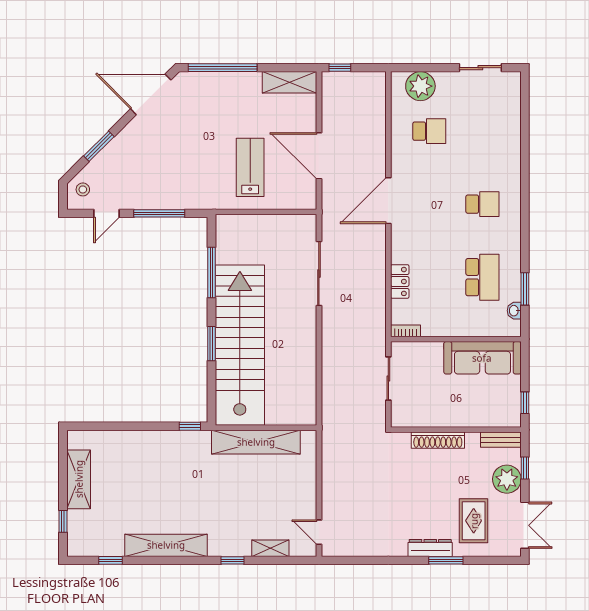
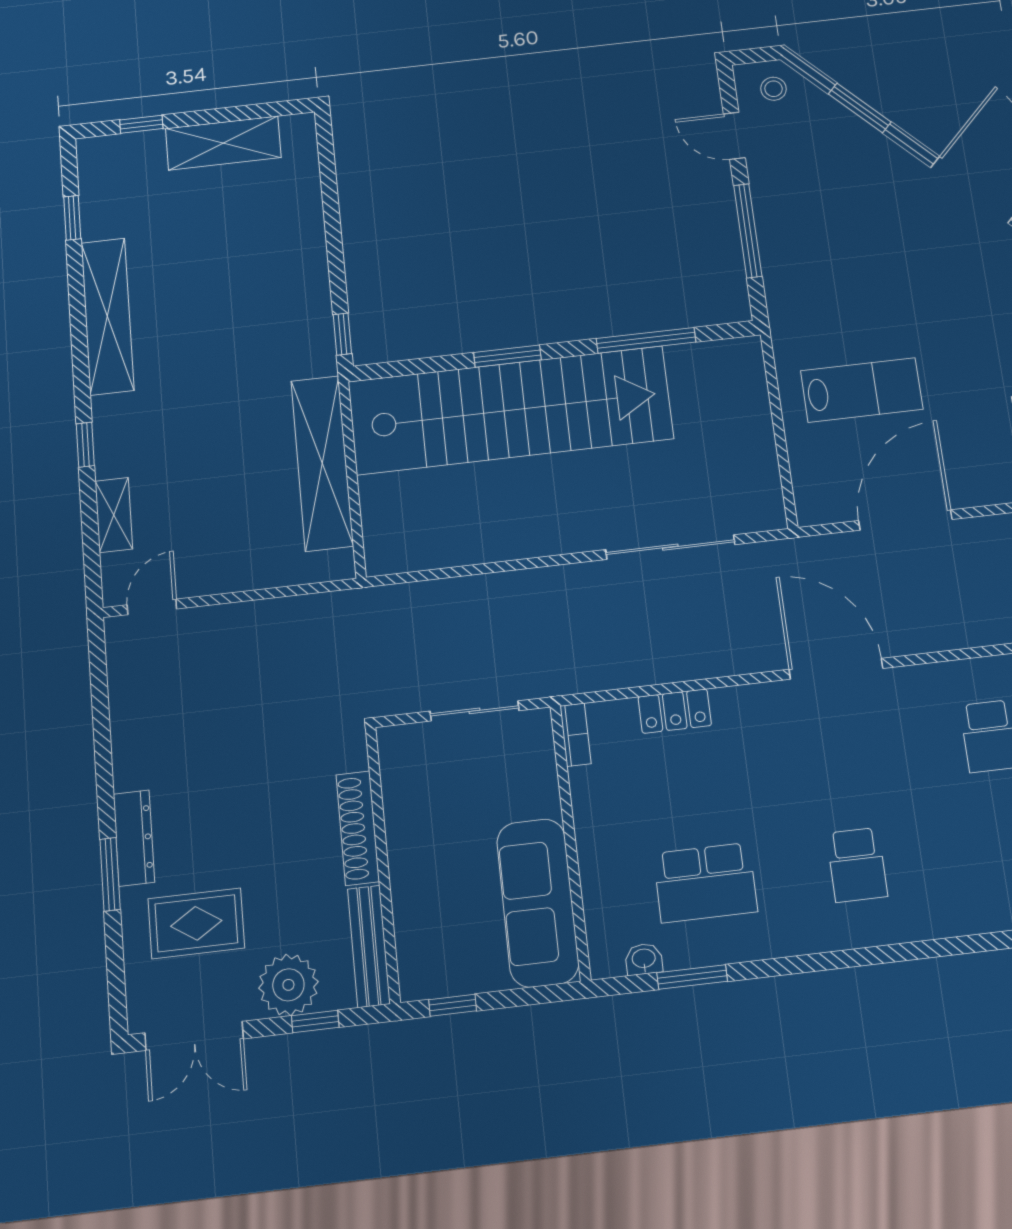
bench: (501, 440) -> (369, 946), width x1.36

